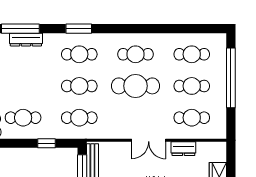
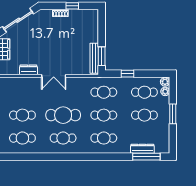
window: (79, 29) -> (104, 157), removed
cafe table: (192, 118) -> (144, 115), moved
double door: (149, 140) -> (54, 76), swing flipped

